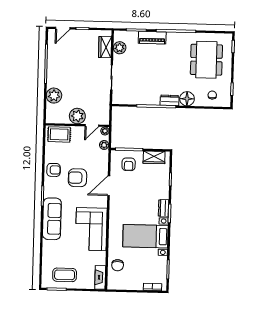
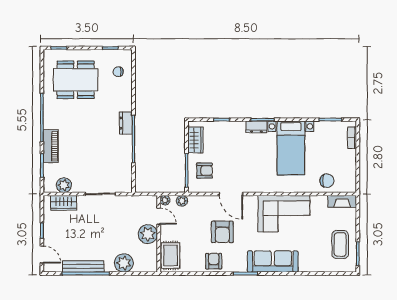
bench: (52, 62) -> (83, 266), added
floor lamp: (187, 99) -> (123, 102), removed

